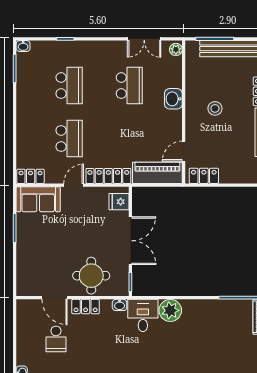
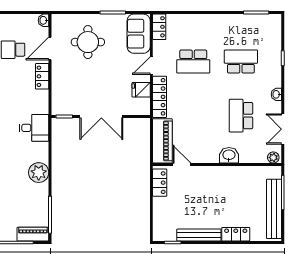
washbasin: (23, 46) -> (276, 94), moved
school desk: (69, 86) -> (241, 62), turned 180
school desk: (129, 86) -> (241, 116), turned 90
stool: (215, 108) -> (220, 193), removed
door: (74, 185) -> (151, 66), swing flipped
fridge: (119, 202) -> (141, 90), moved, turned -90
round table: (91, 276) -> (88, 42), moved
washbasin: (120, 305) -> (44, 20), moved
plant: (170, 310) -> (39, 173), moved

